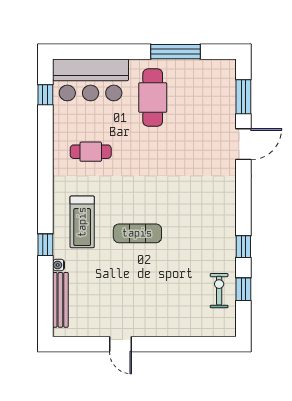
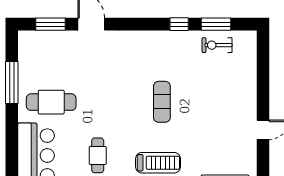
exercise mat: (137, 233) -> (162, 102), moved
window: (243, 289) -> (216, 24), width x1.50

